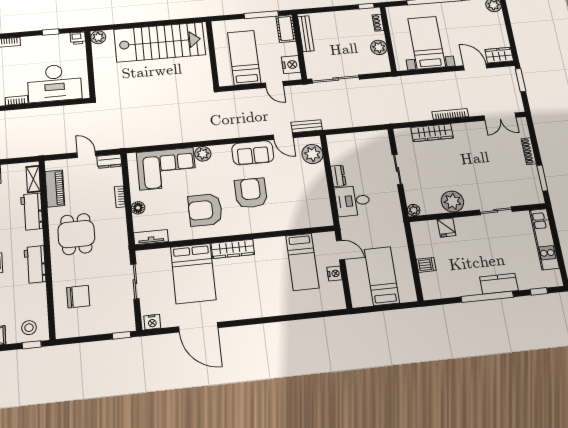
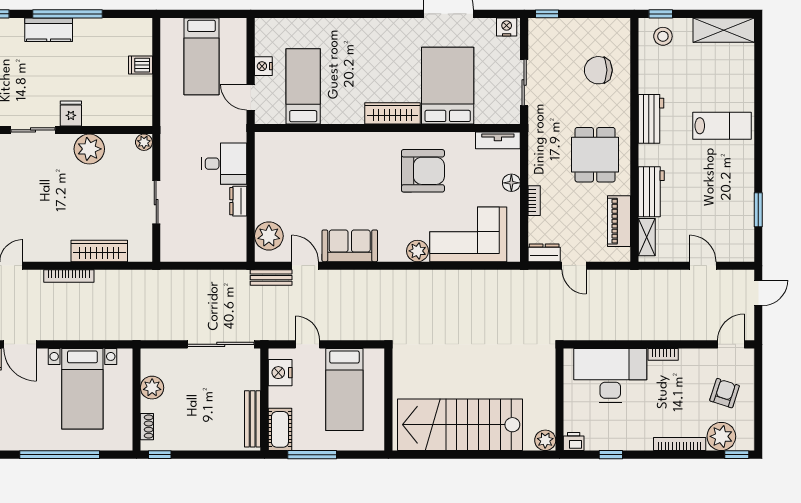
armchair: (251, 193) -> (359, 188), removed
fridge: (447, 228) -> (71, 113), moved

